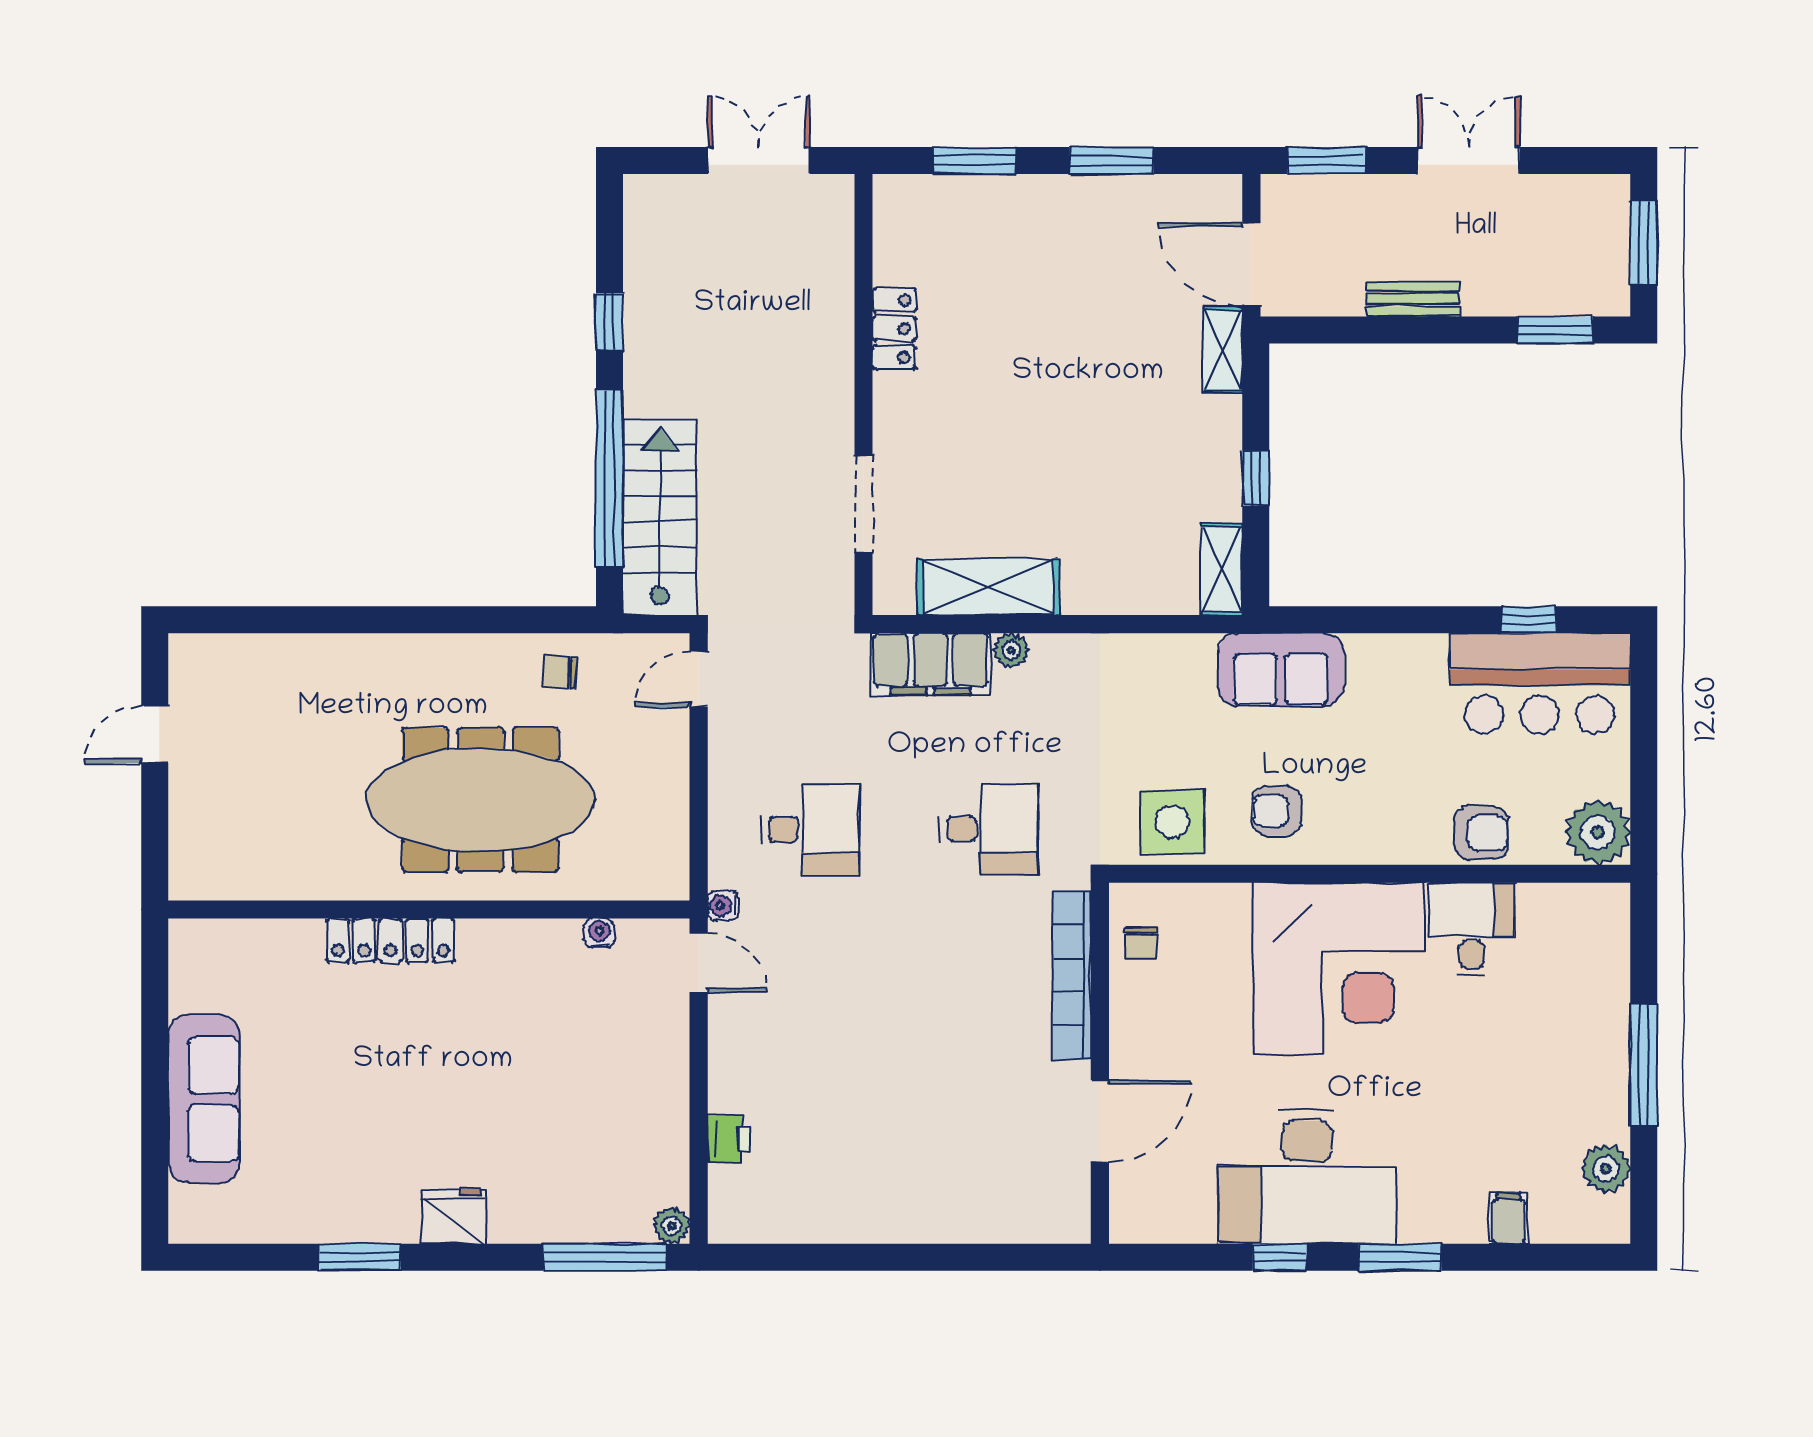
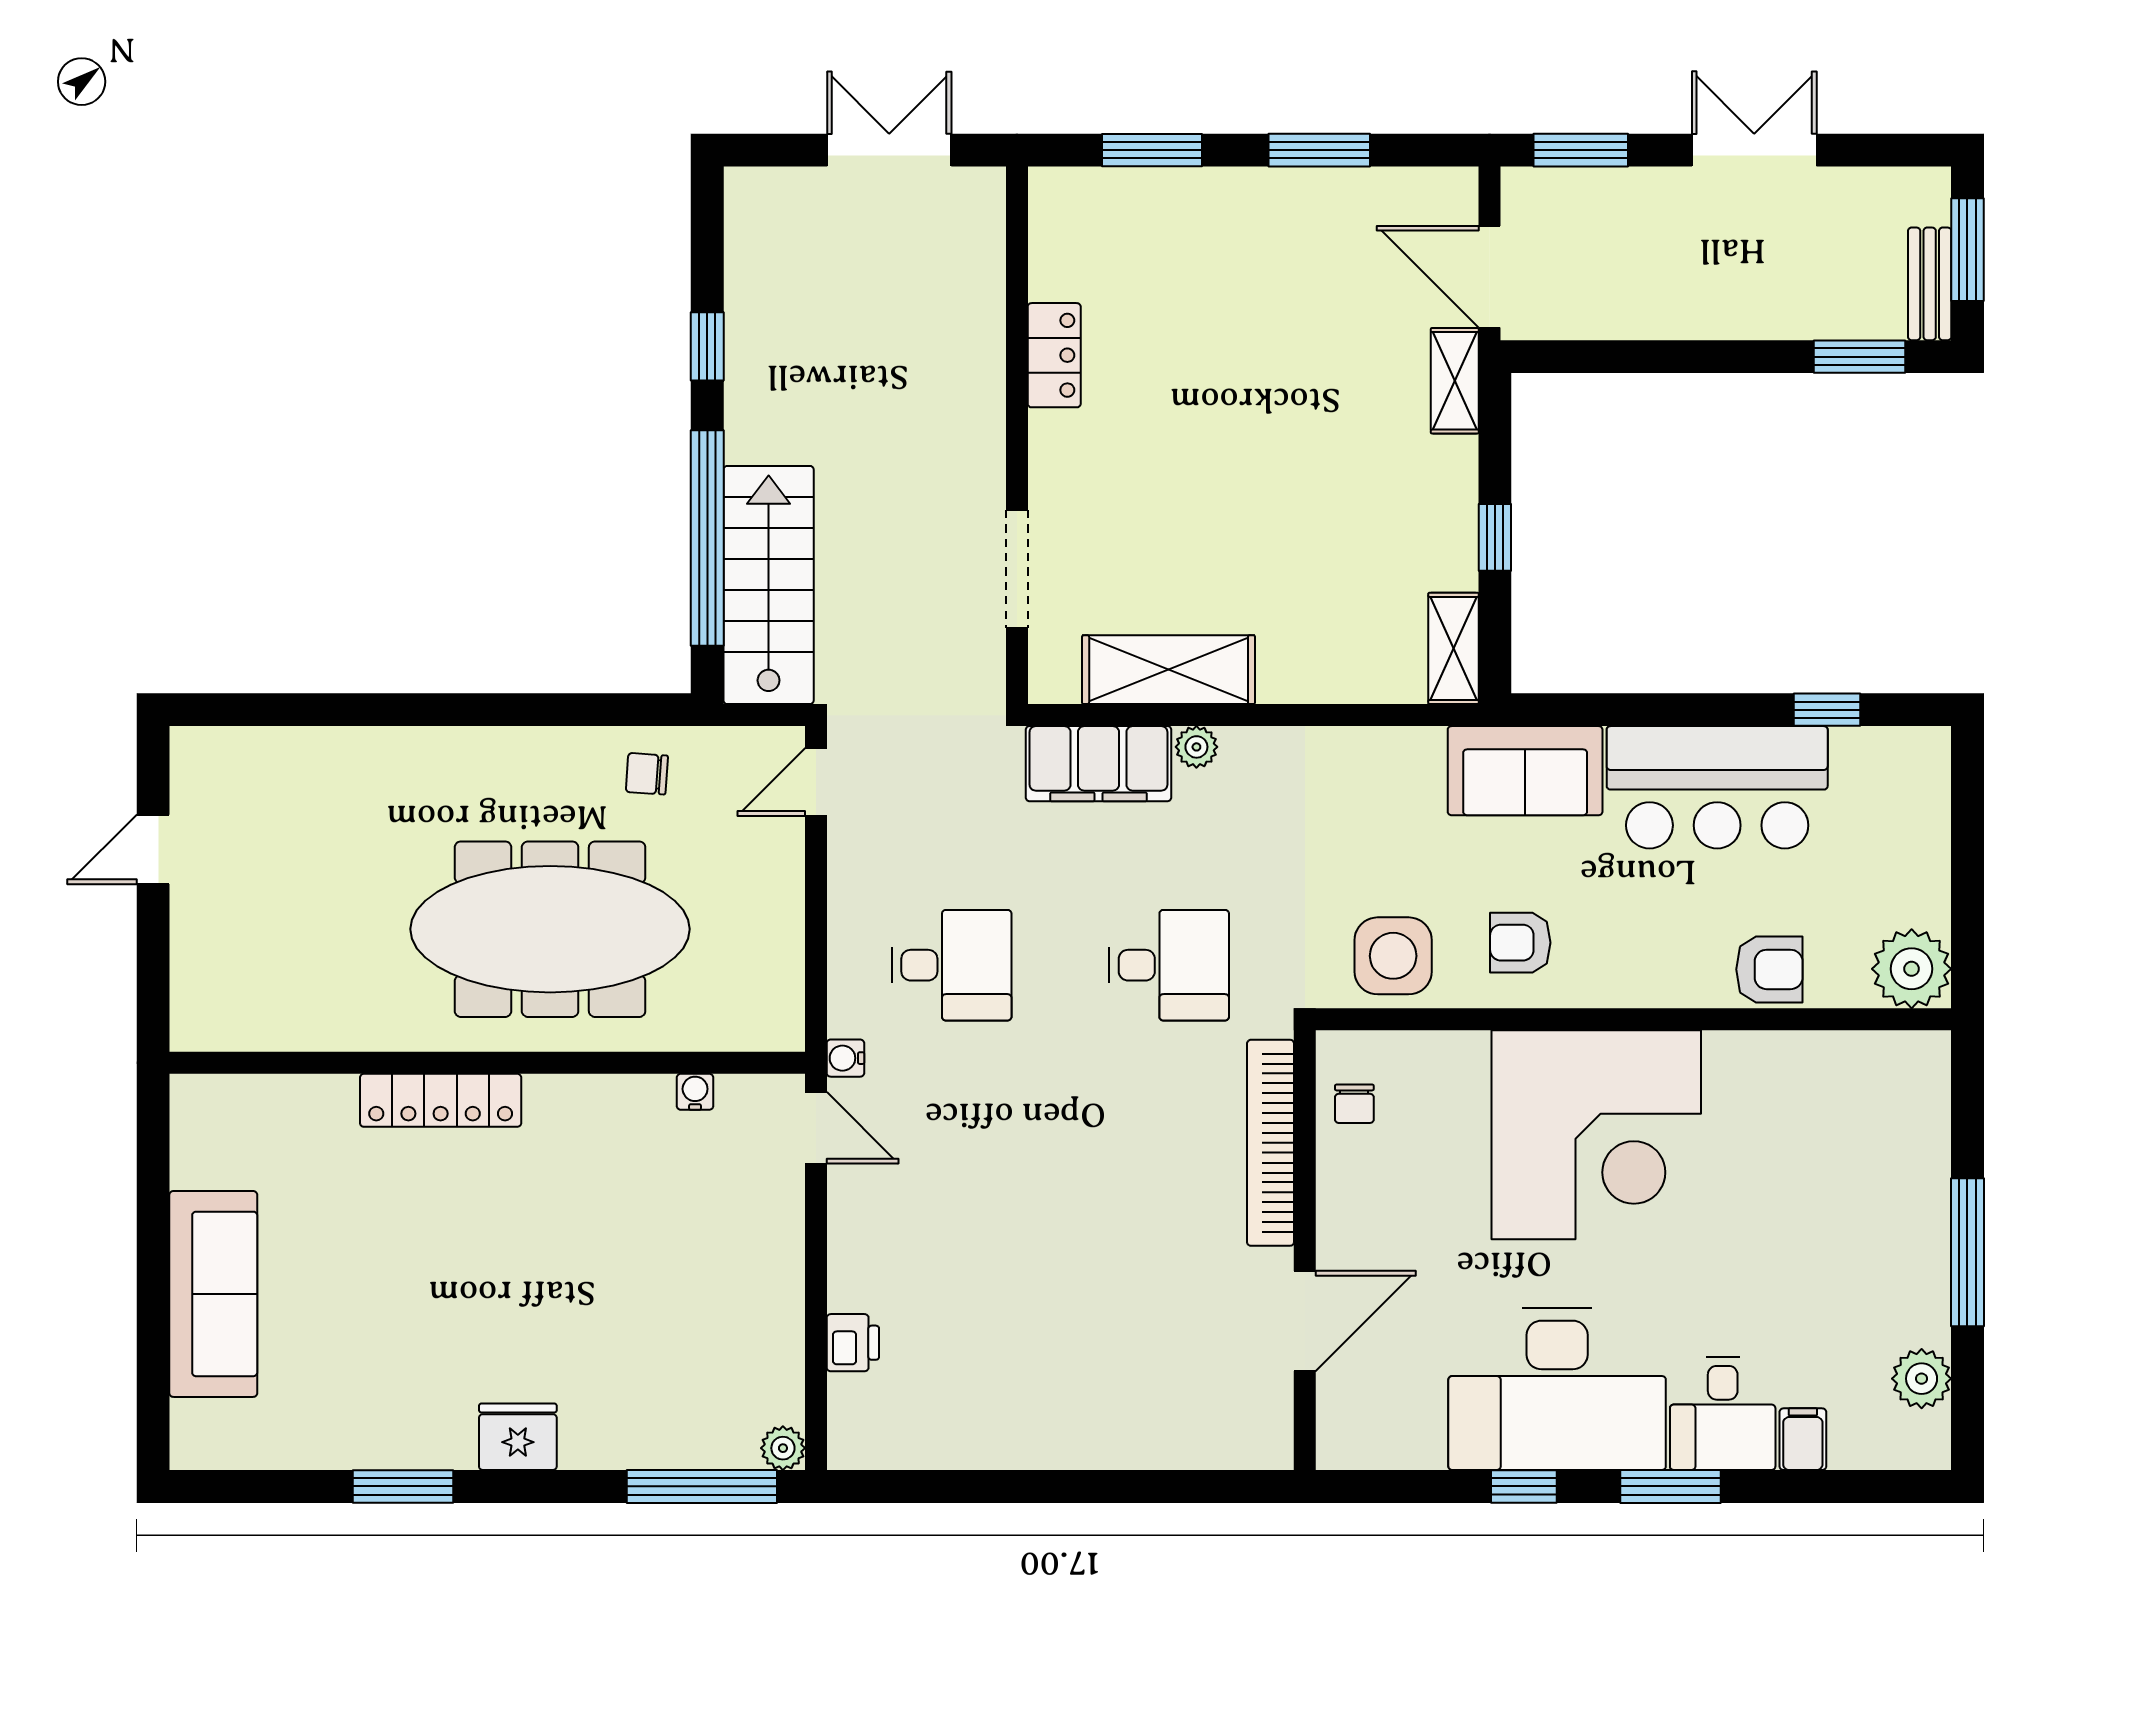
bench: (1413, 299) -> (1930, 284), moved, turned 90
bar counter: (1540, 683) -> (1717, 787), moved
desk: (1472, 929) -> (1723, 1413), moved, turned 180

